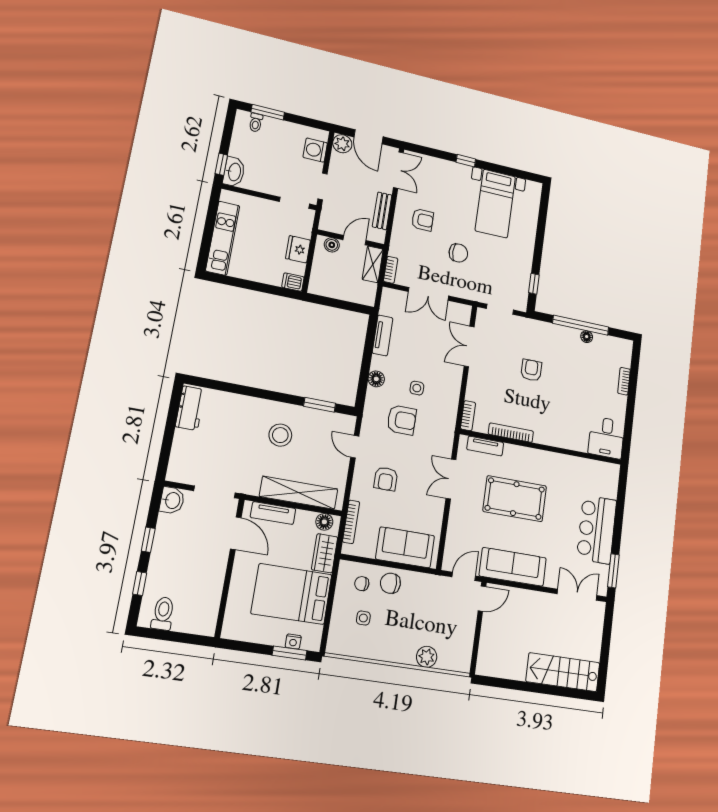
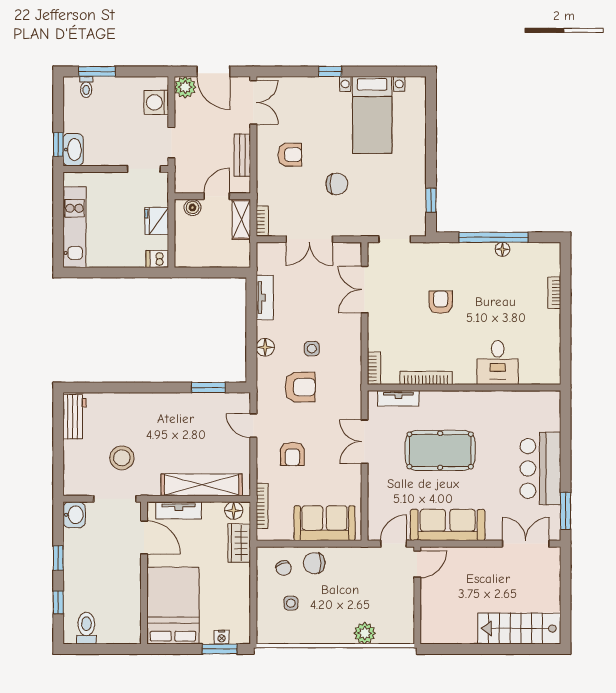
stool: (280, 435) -> (122, 458), moved
desk: (606, 438) -> (498, 363), moved
chair: (362, 584) -> (284, 568), turned -111
bed: (292, 594) -> (173, 606), moved, turned 90

